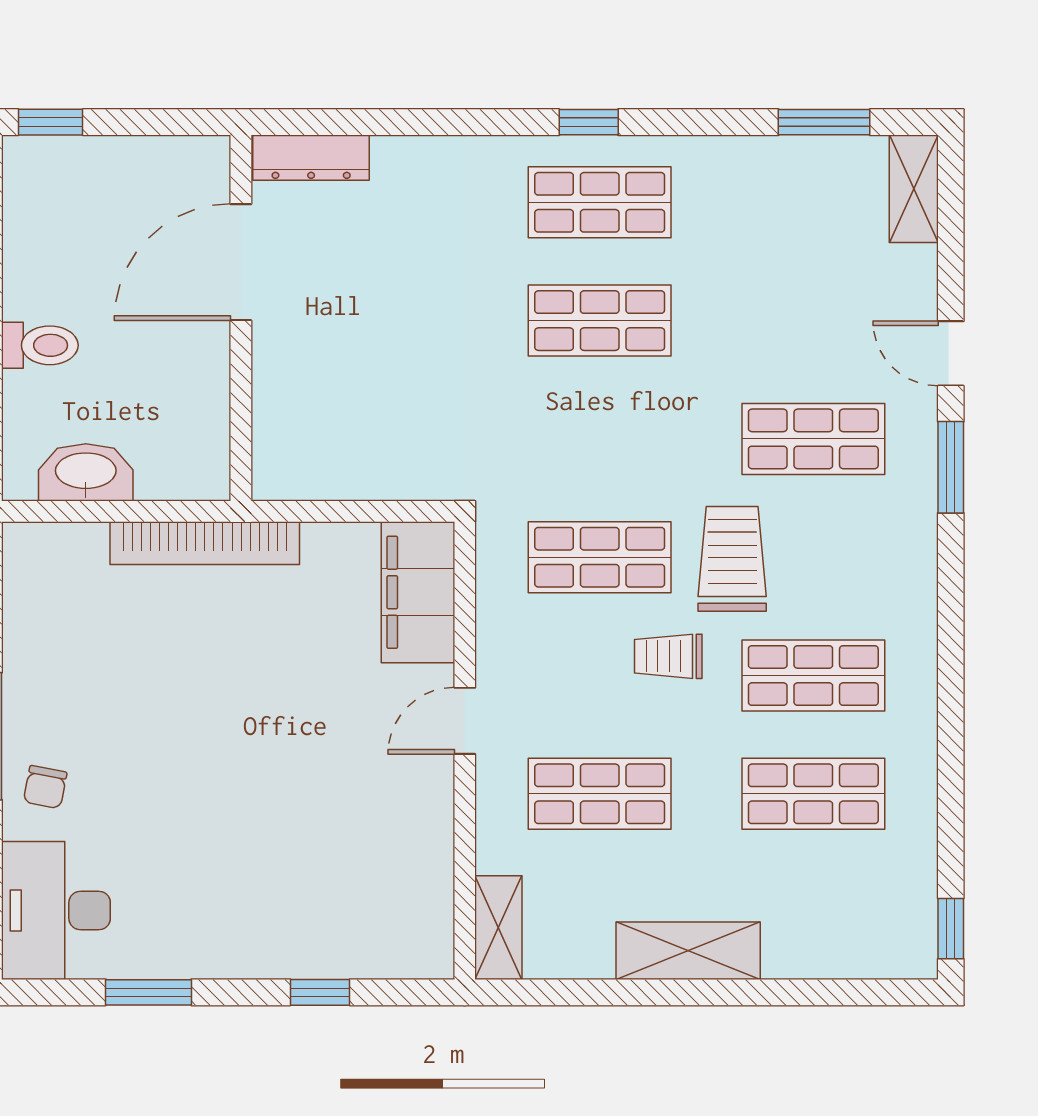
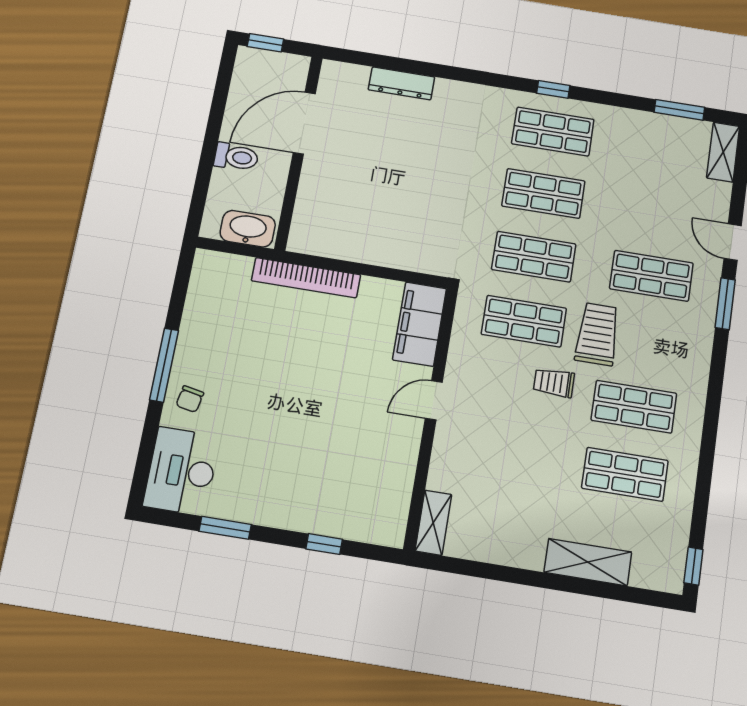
door: (241, 262) -> (304, 123), moved
wall: (241, 318) -> (299, 152), moved
shop shelf: (600, 794) -> (534, 257), moved
shelving: (688, 951) -> (588, 562), moved

